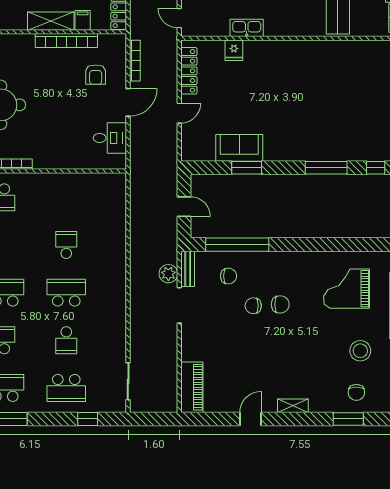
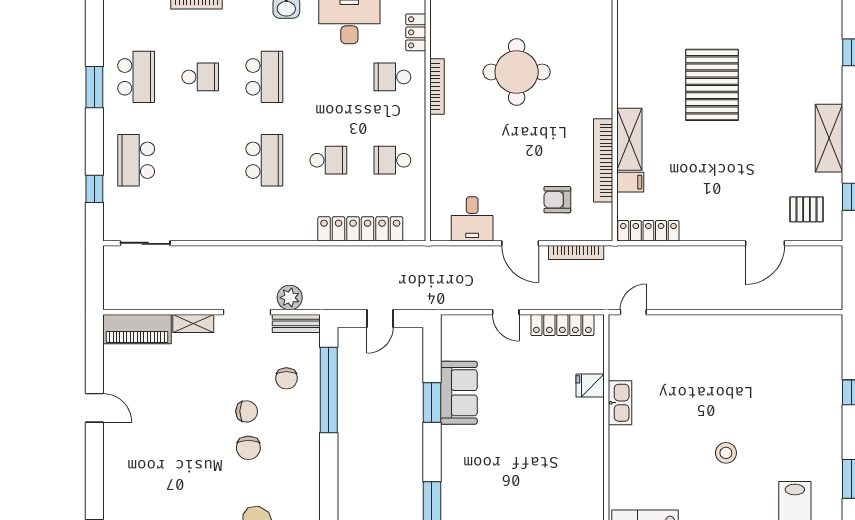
locker: (117, 221) -> (360, 229), added
chair: (253, 306) -> (247, 411), turned 90
school desk: (66, 340) -> (392, 160), moved
shelving: (293, 406) -> (193, 323), moved, turned 90

